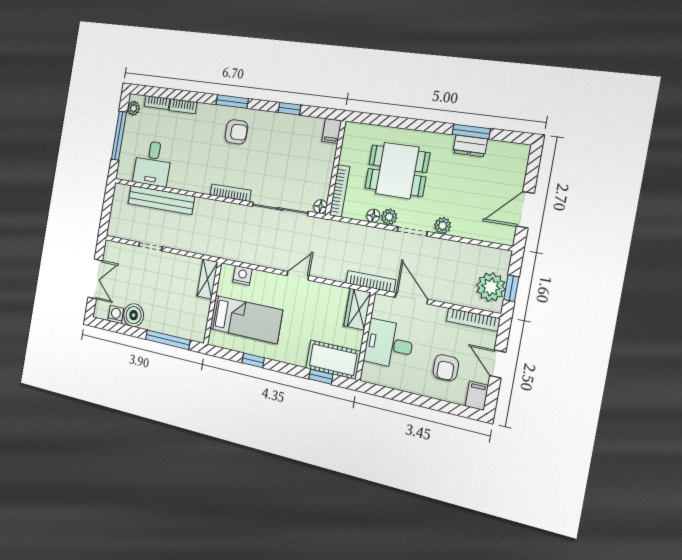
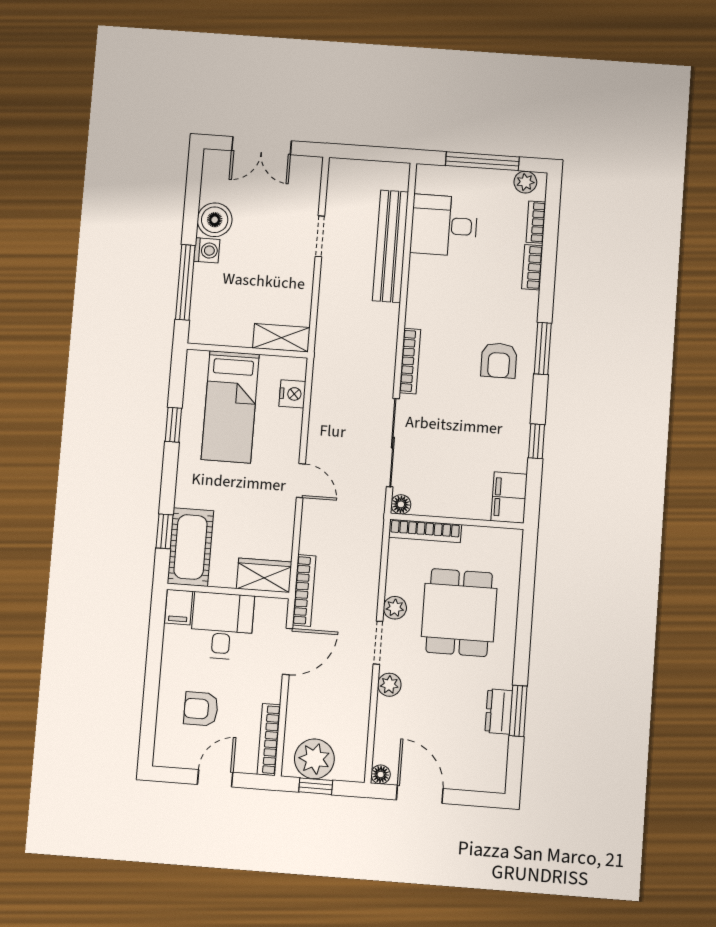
filing cabinet: (332, 131) -> (509, 498), width x2.00
floor lamp: (373, 216) -> (381, 774), moved
washing machine: (116, 314) -> (207, 250), moved
filing cabinet: (477, 396) -> (179, 607), moved, turned 90

